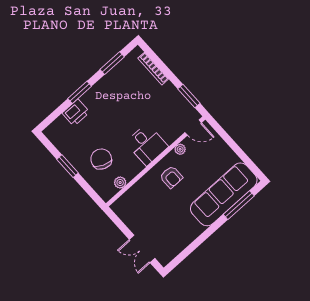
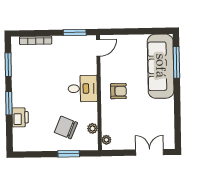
plant: (180, 149) -> (106, 140), moved
window: (68, 166) -> (69, 154), moved
double door: (142, 249) -> (150, 152), swing flipped

